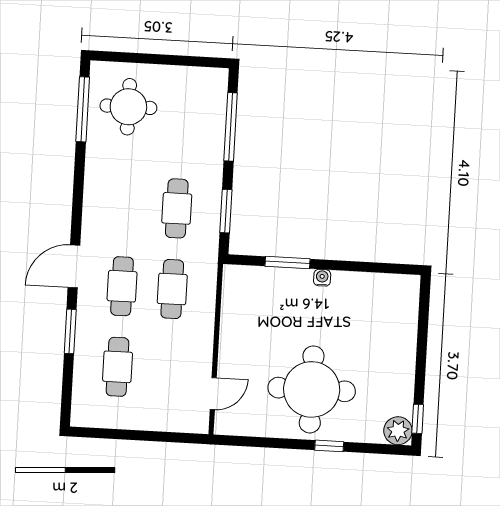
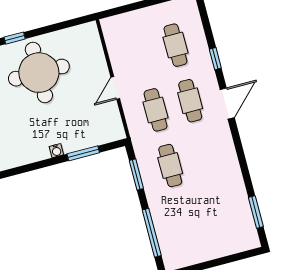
round table: (128, 107) -> (225, 224), removed
window: (83, 109) -> (256, 212), width x0.69
window: (70, 331) -> (215, 59), width x0.67
door: (213, 394) -> (115, 88), moved

